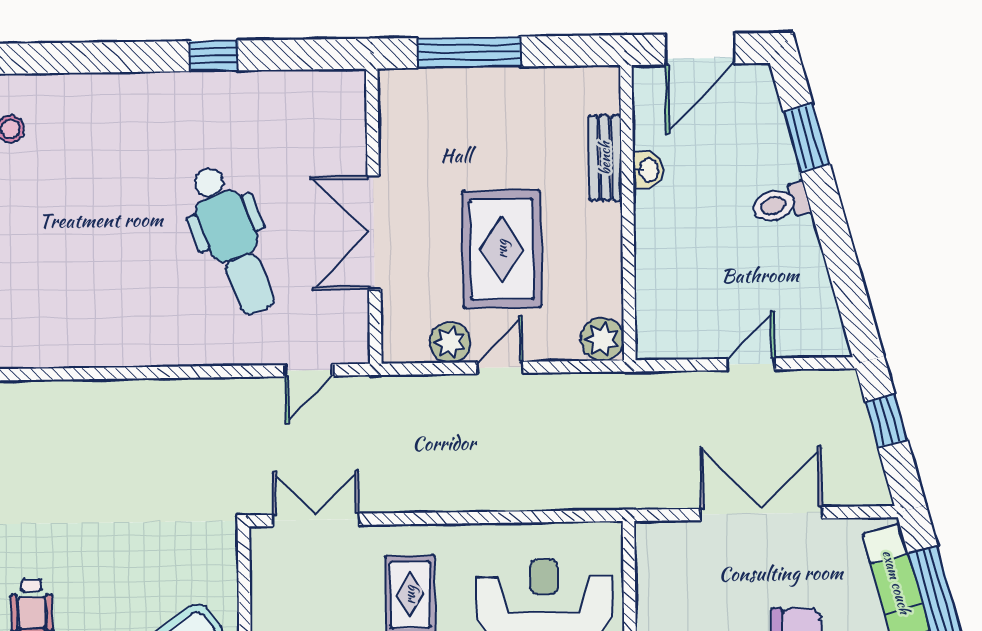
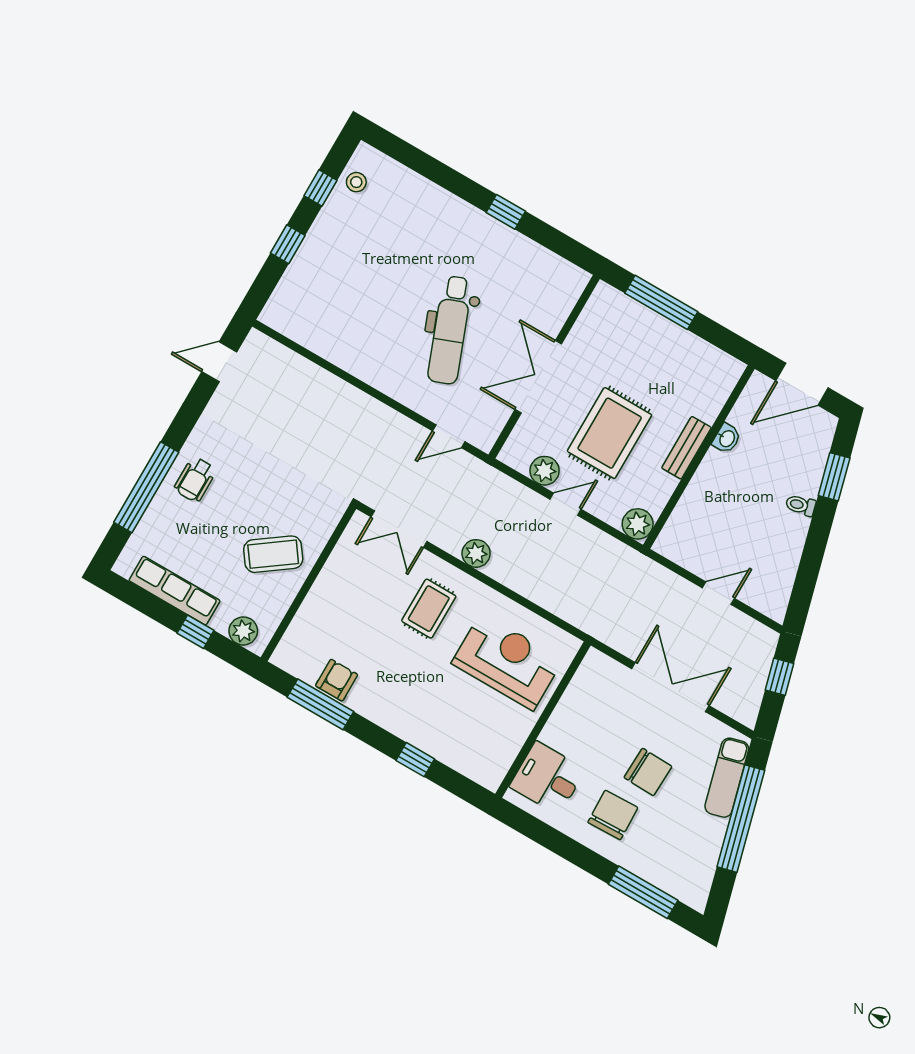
bench: (605, 158) -> (686, 448), moved
toilet: (781, 204) -> (801, 505), width x0.73, depth x0.72
plant: (427, 493) -> (476, 553), added
double door: (316, 520) -> (399, 529), swing flipped

